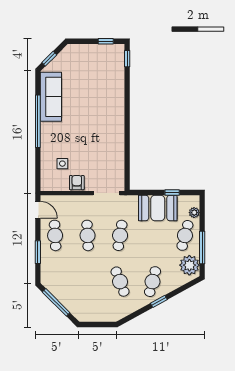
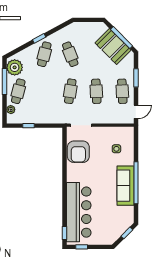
bar counter: (109, 85) -> (79, 212), added
sofa: (51, 97) -> (126, 186), moved
armchair: (77, 183) -> (78, 152), moved, width x1.88, depth x1.88
booth: (158, 208) -> (113, 47), moved, turned 45
door: (38, 210) -> (136, 112), swing flipped

